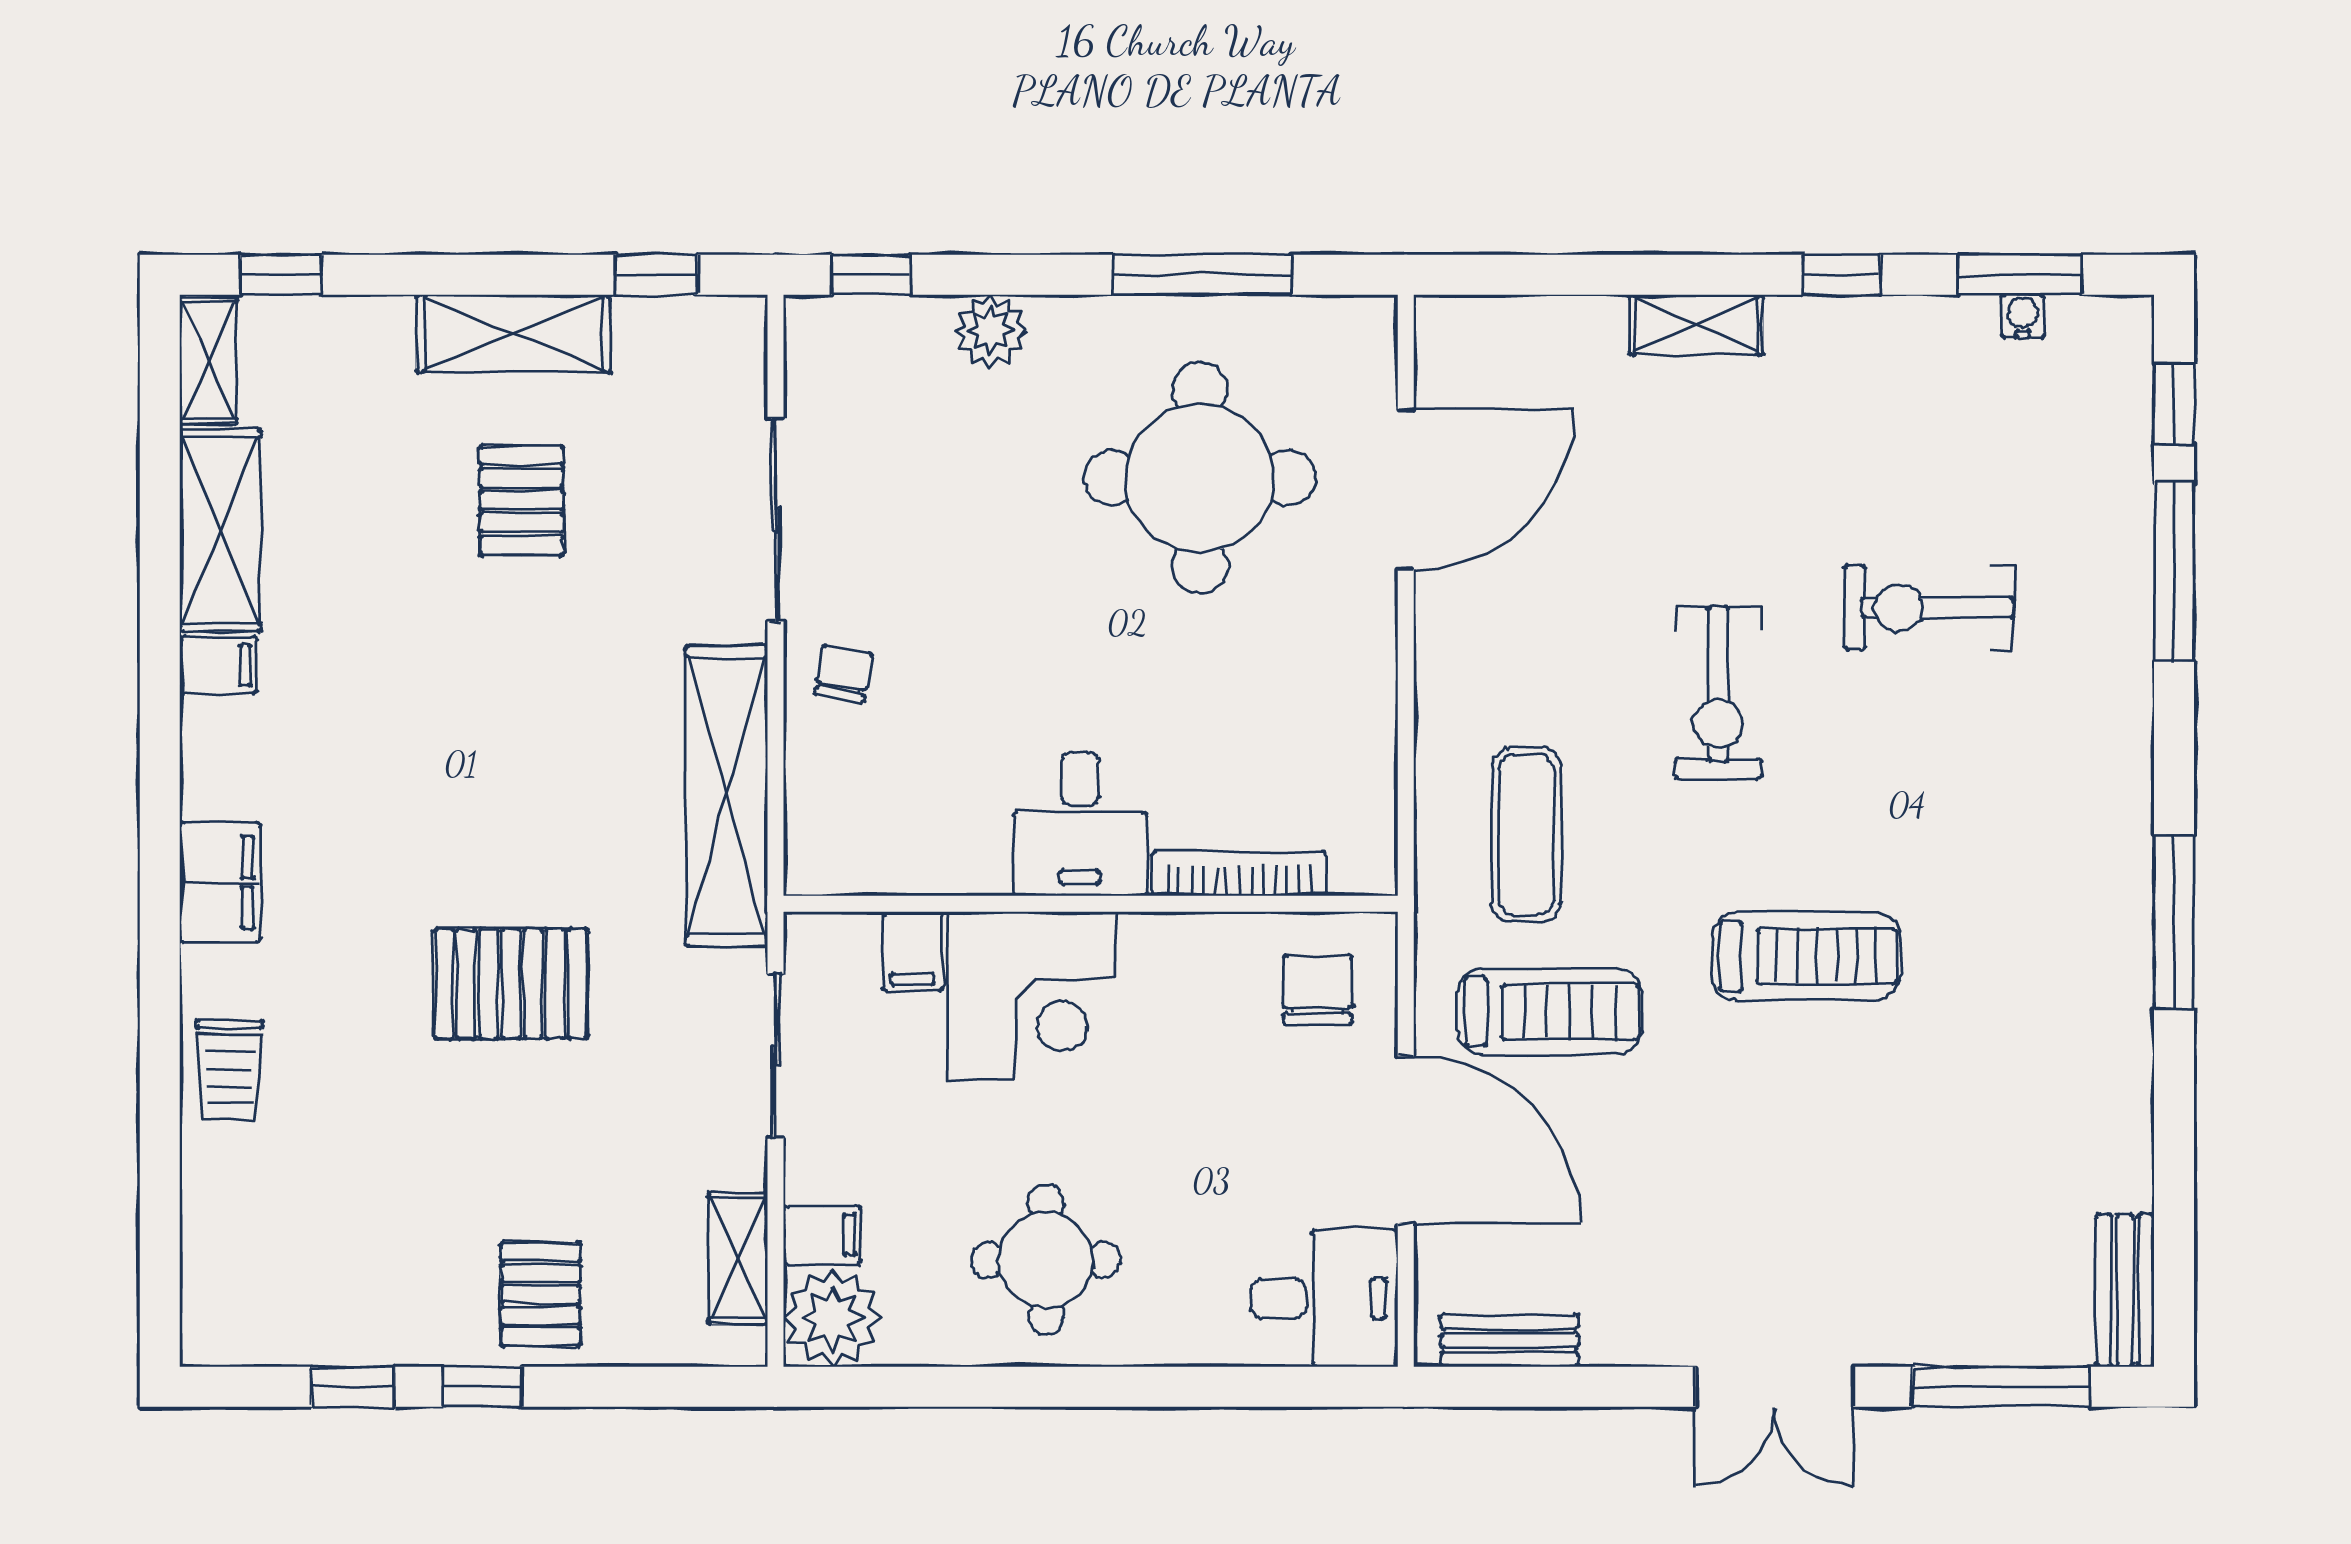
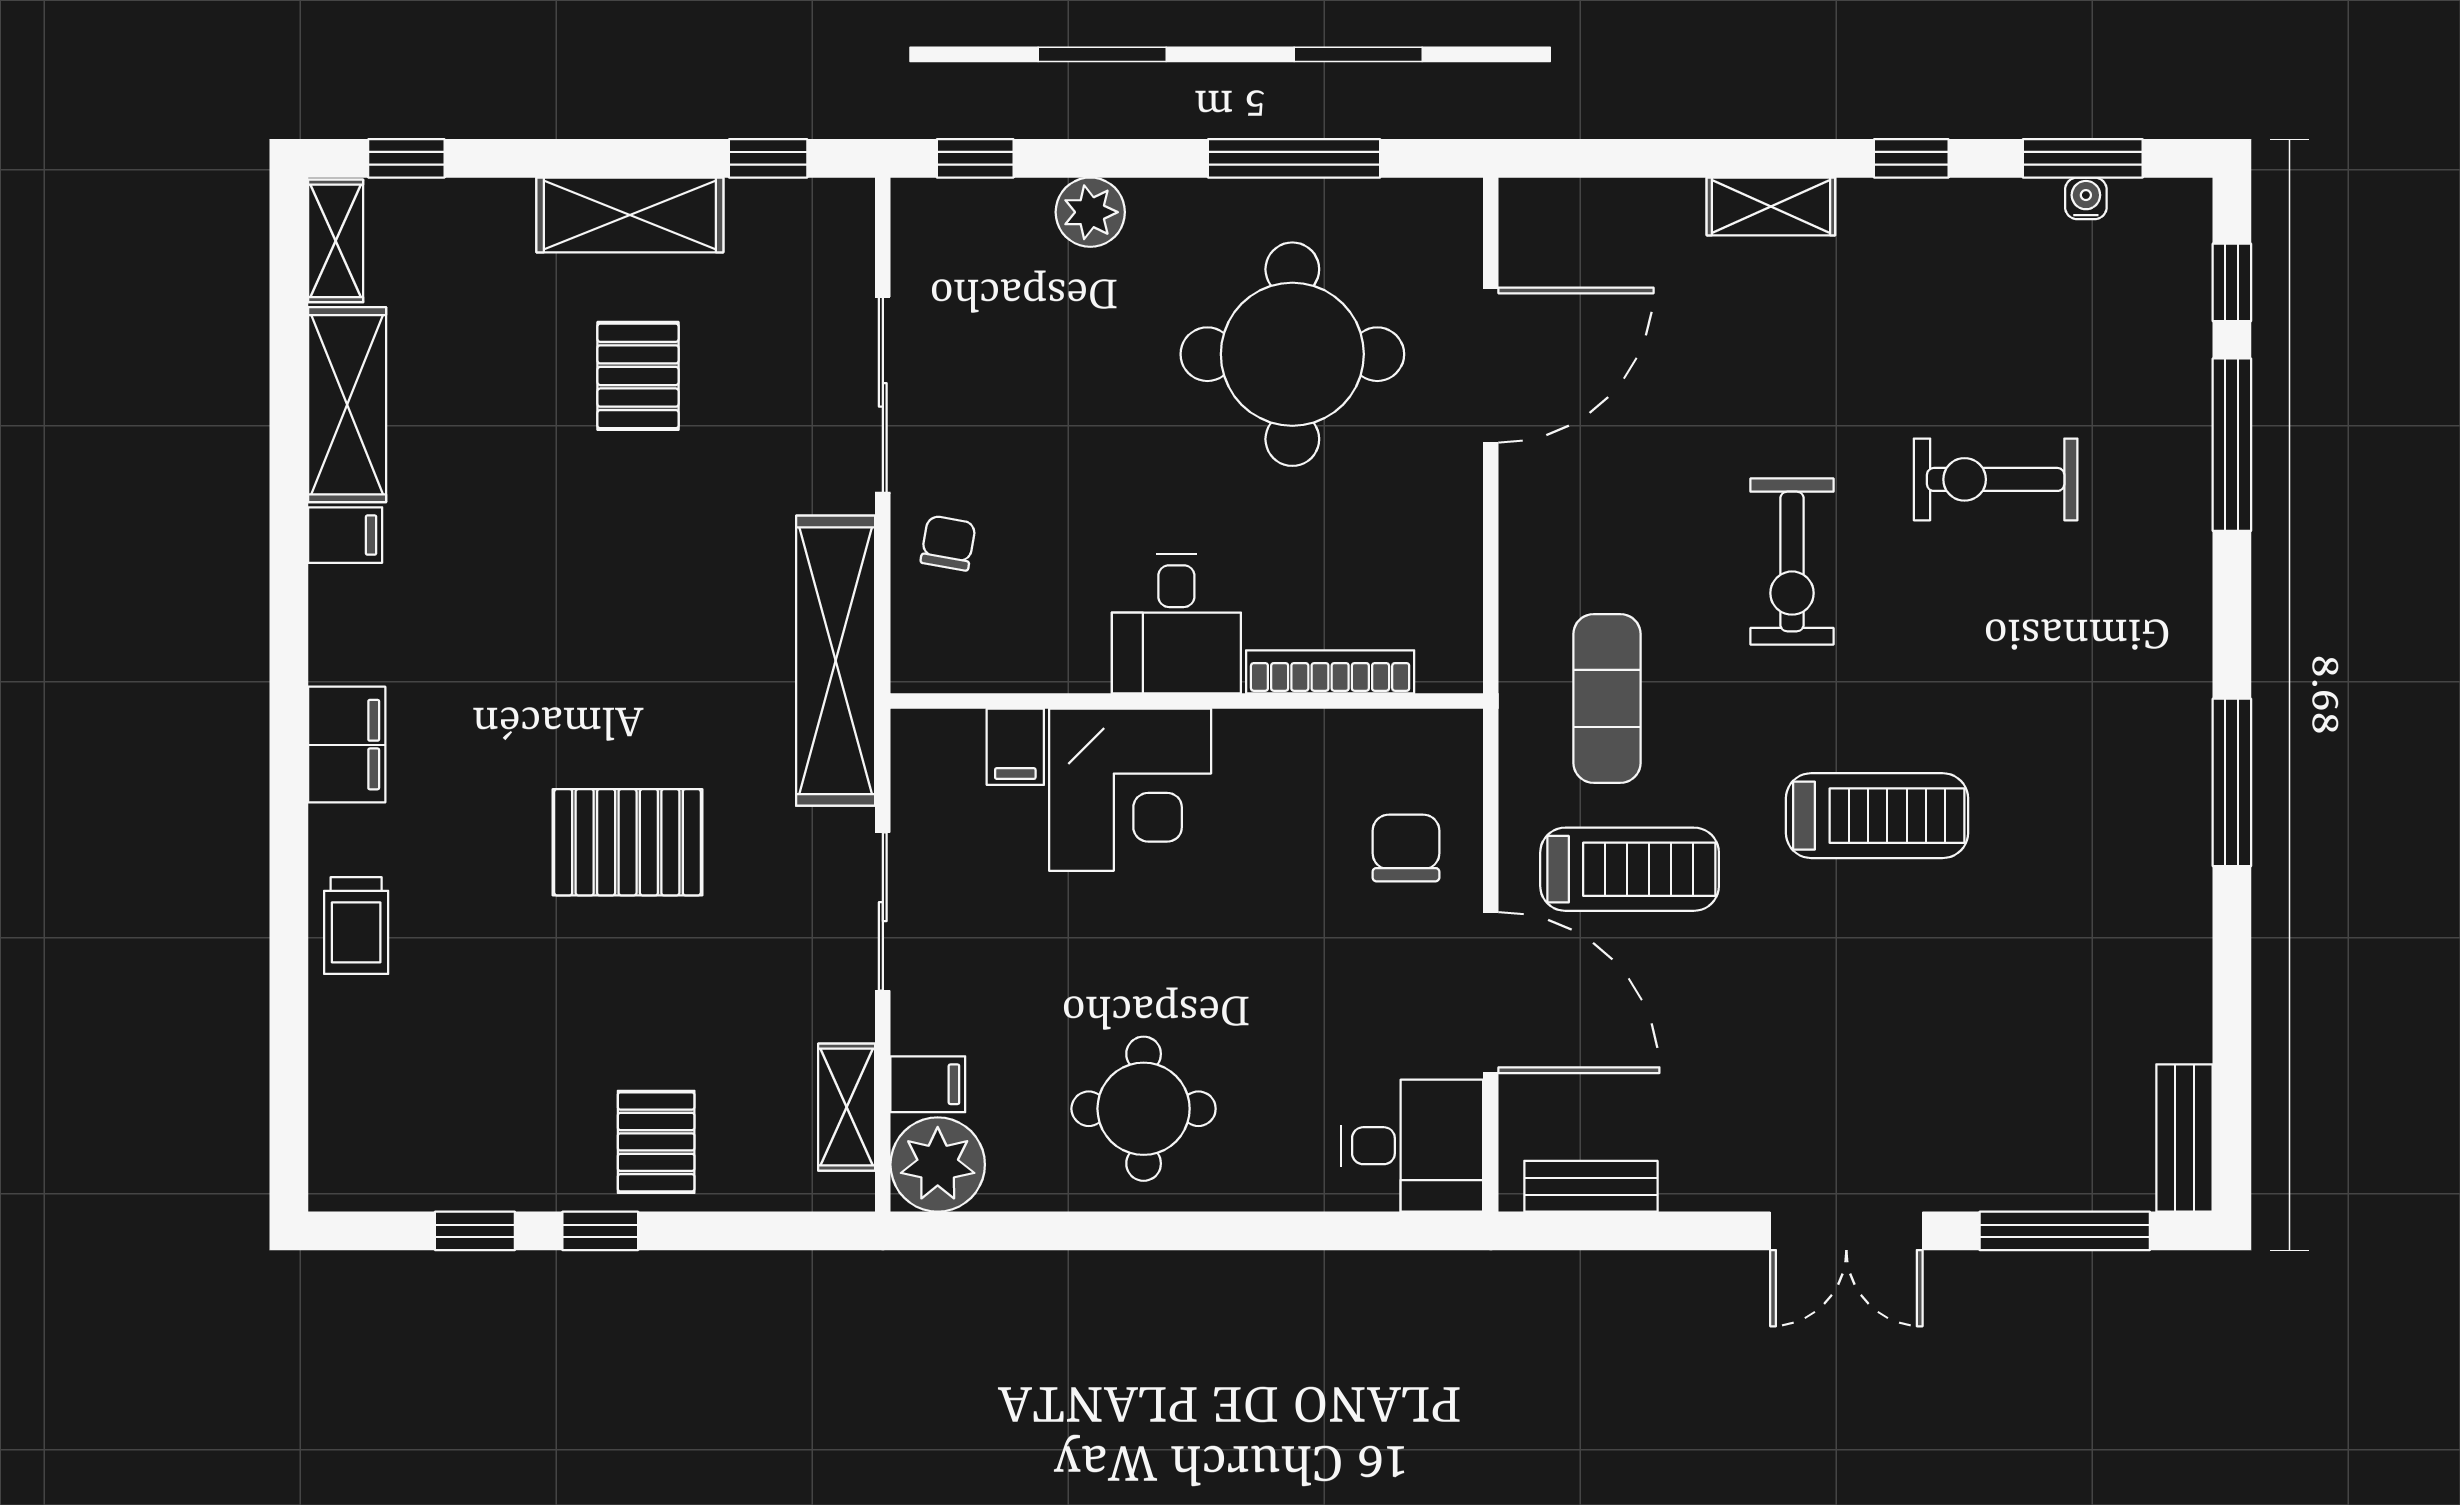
desk: (1080, 824) -> (1176, 624), moved
bookcase: (1239, 873) -> (1330, 672), moved
wall: (1091, 904) -> (1187, 701), moved
filing cabinet: (913, 951) -> (1015, 747), moved
corner desk: (1032, 996) -> (1130, 790), moved

